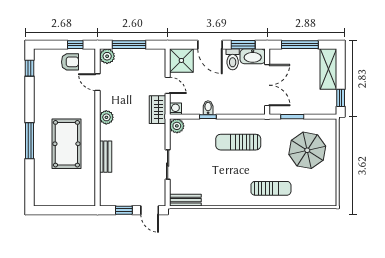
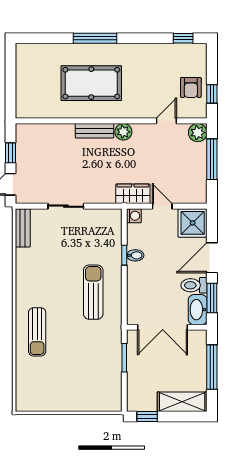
door: (168, 85) -> (162, 206), swing flipped
plant: (177, 126) -> (113, 217), removed
parasol: (307, 150) -> (83, 376), removed
bench: (106, 157) -> (94, 131), moved

